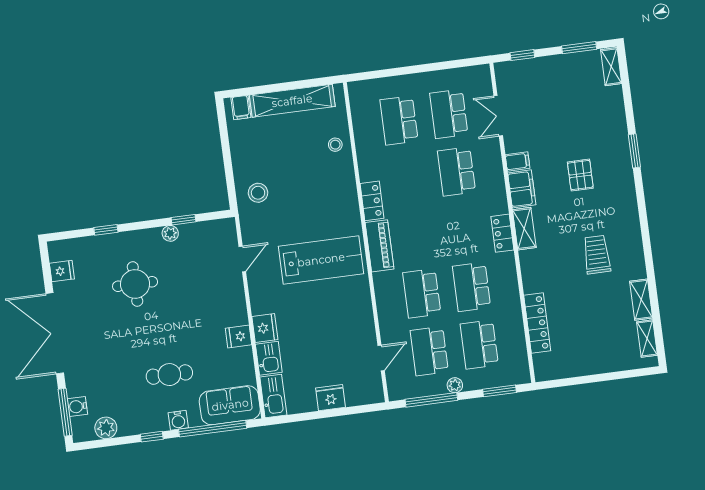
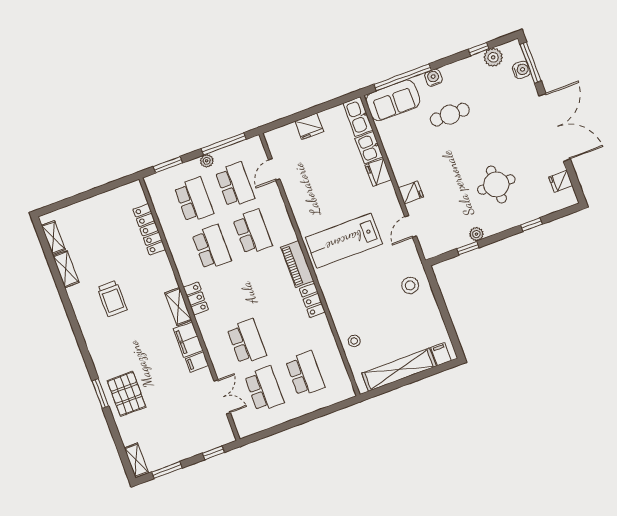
pallet: (580, 175) -> (127, 394), moved, width x1.50, depth x1.42
fridge: (238, 337) -> (411, 193), moved
window: (152, 437) -> (479, 49), moved

